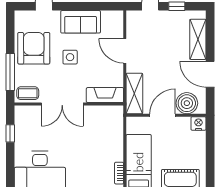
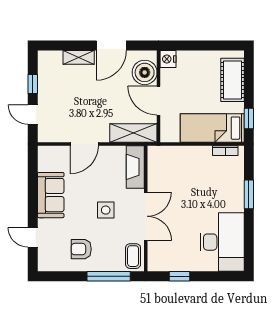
shelving: (198, 39) -> (79, 57), width x0.67, depth x0.75
armchair: (34, 48) -> (81, 249), width x0.53, depth x0.53
side table: (70, 57) -> (106, 210), moved

